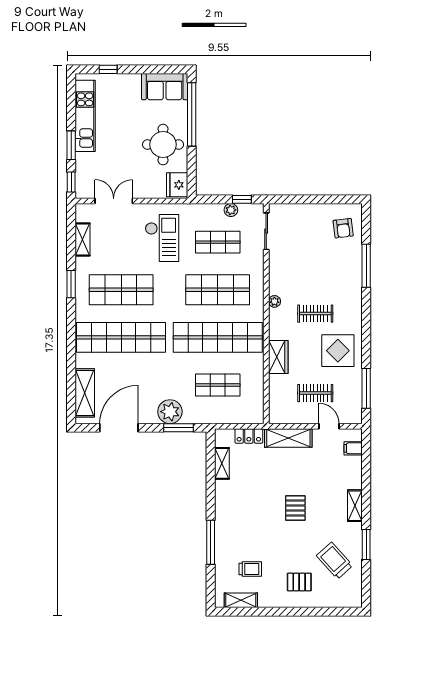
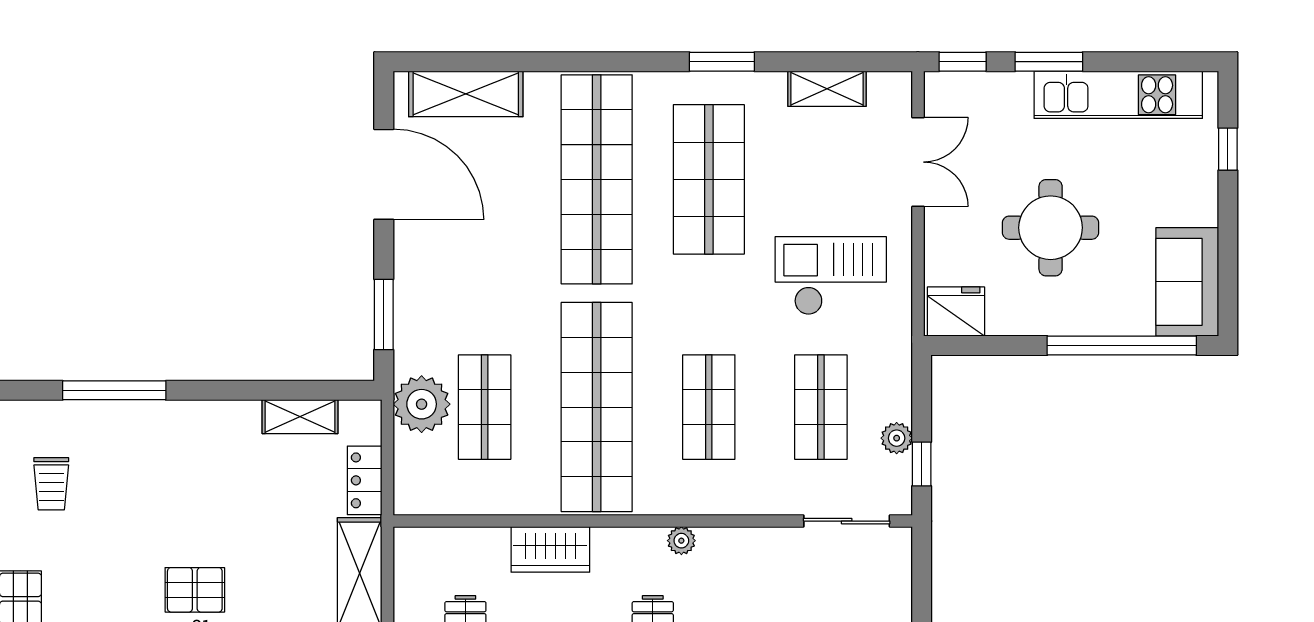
round table: (163, 145) -> (1051, 228), moved
checkout: (162, 238) -> (831, 276), turned 180
shop shelf: (218, 290) -> (709, 407), width x0.70, depth x0.74
plant: (170, 412) -> (422, 404), moved

